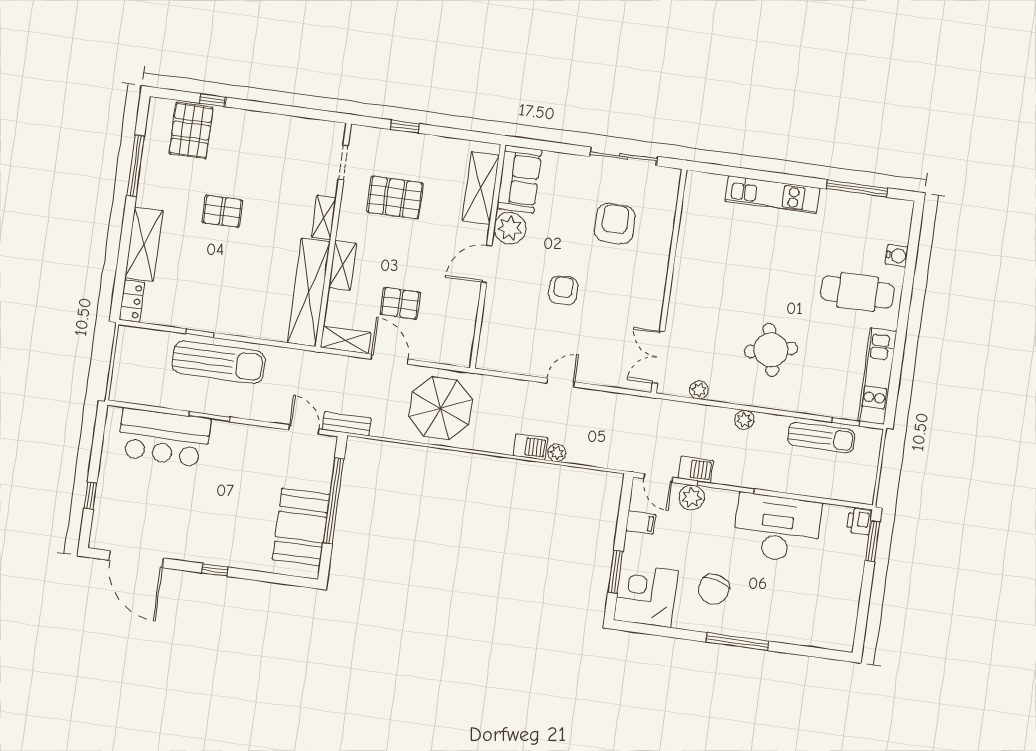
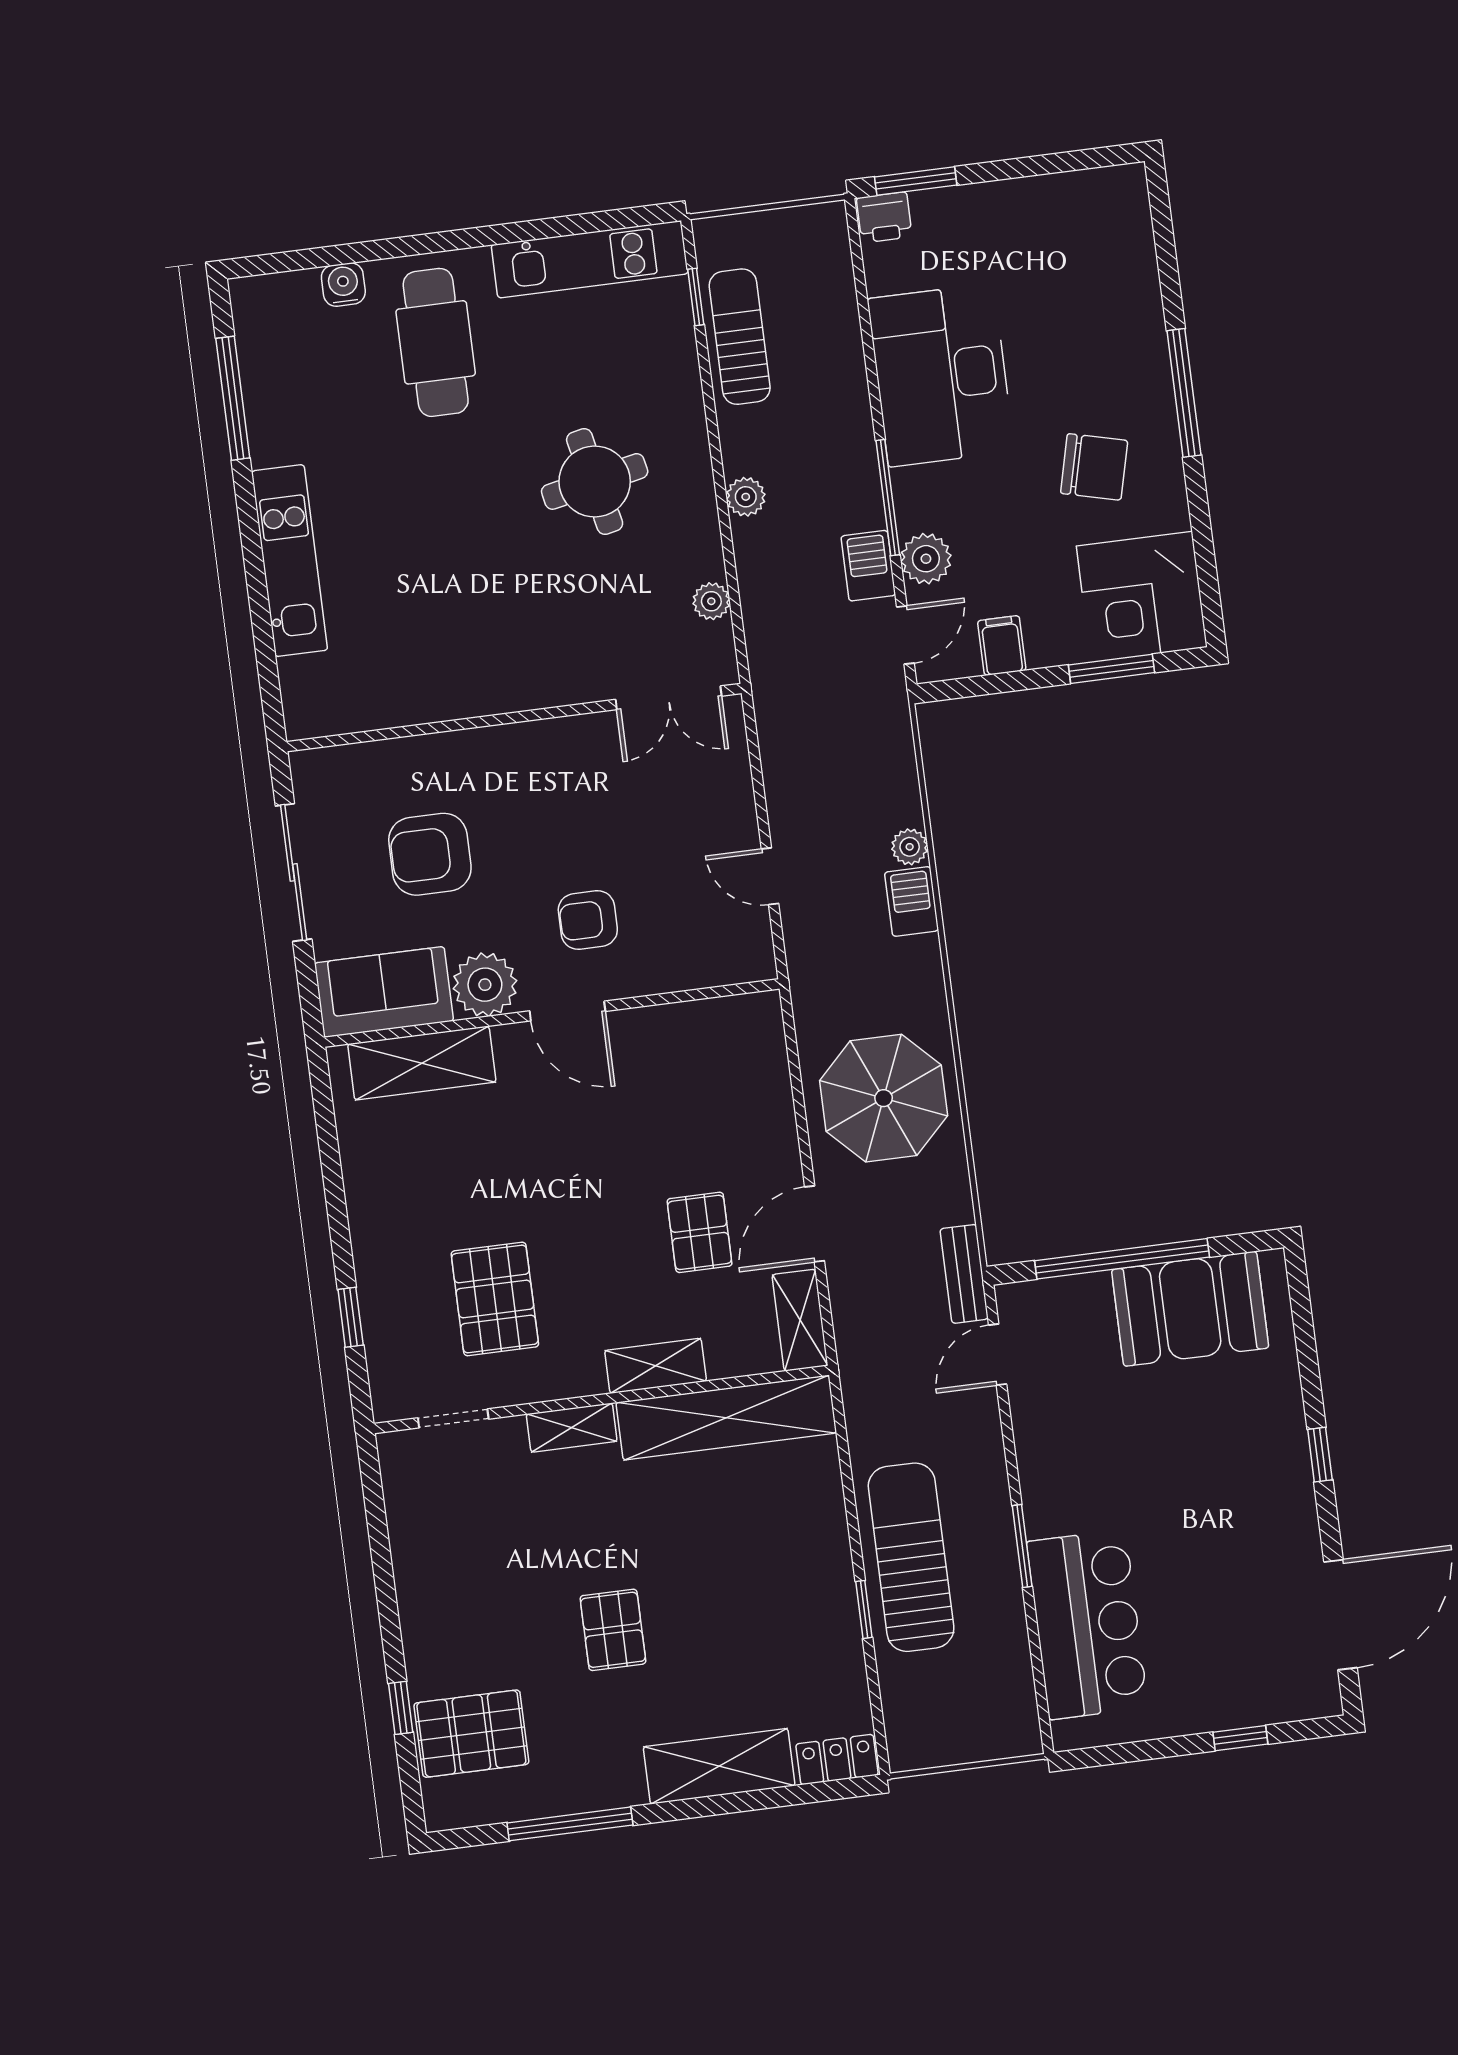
sofa: (519, 179) -> (384, 992), moved
shelving: (481, 188) -> (422, 1063), moved
plant: (510, 228) -> (485, 985), moved
wall: (488, 256) -> (552, 1013), moved
door: (487, 264) -> (567, 1011), moved

